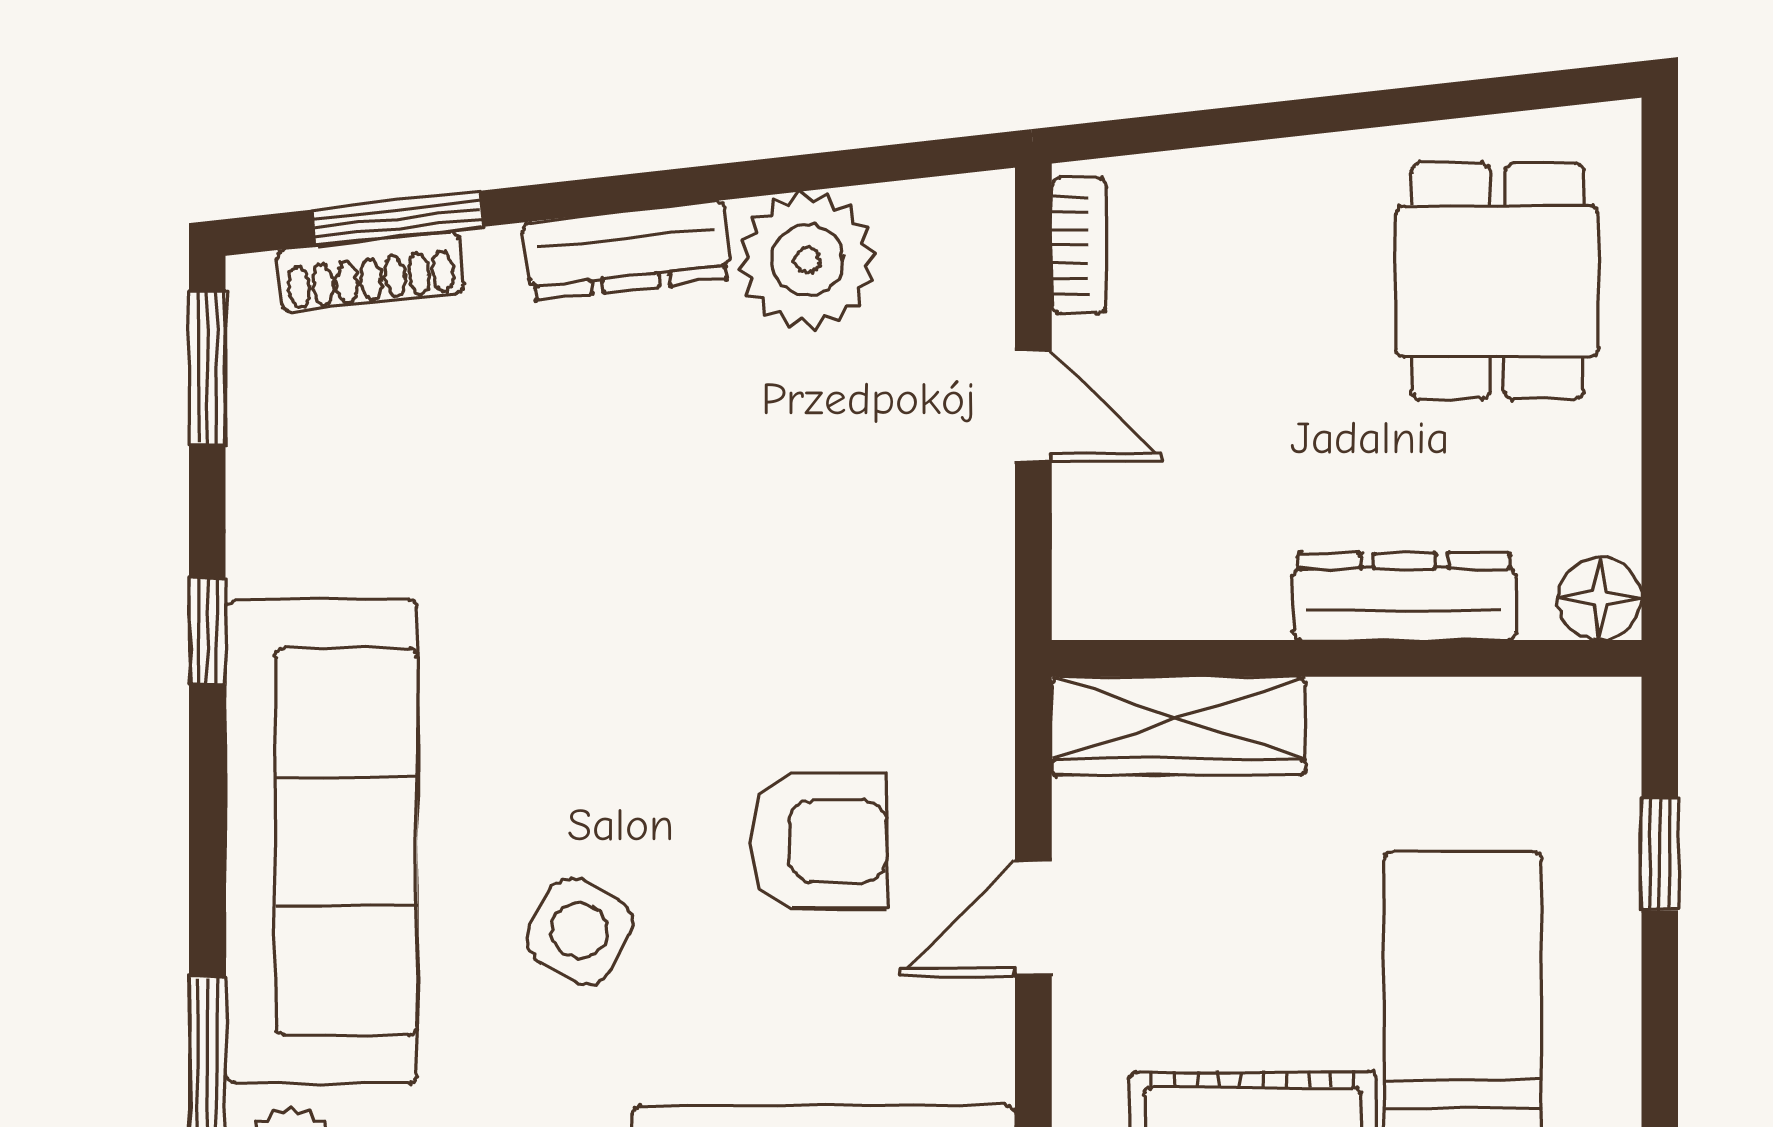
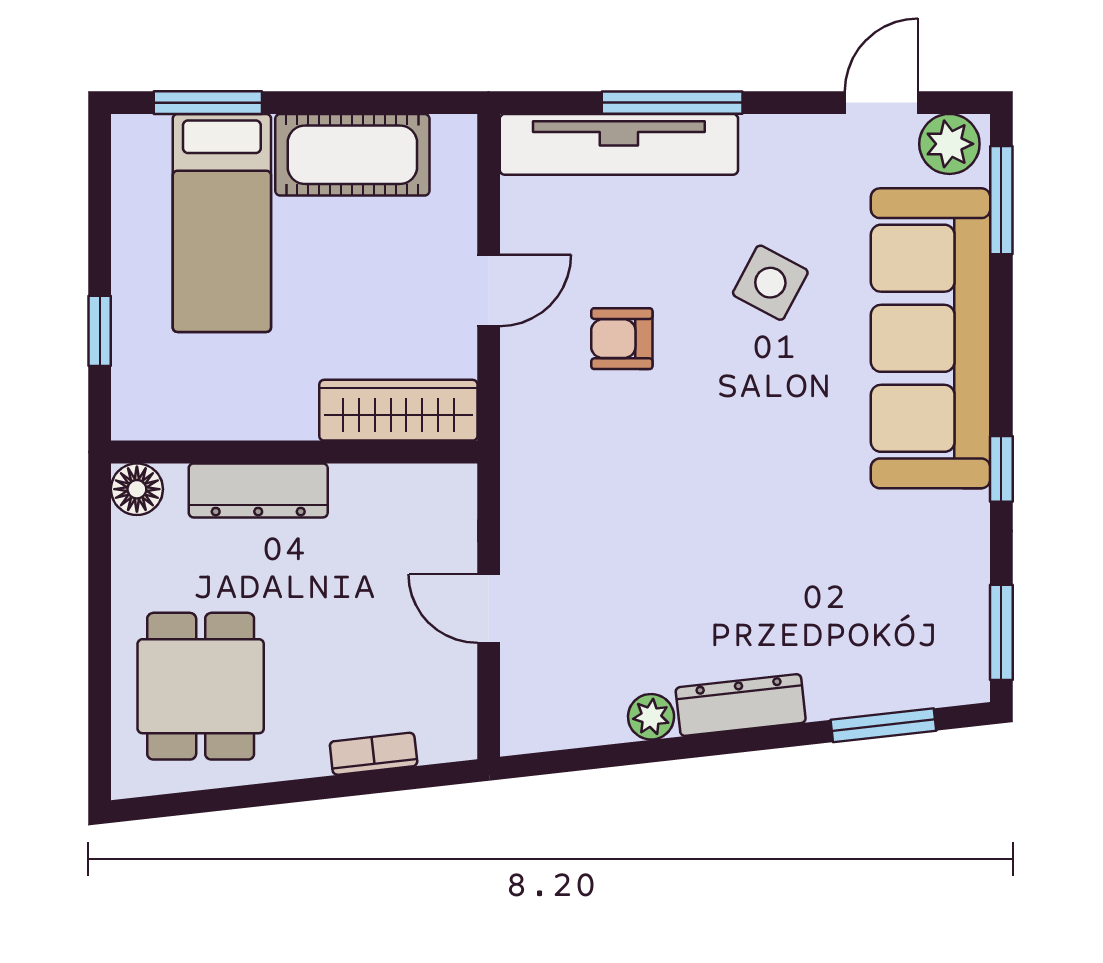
bookcase: (1079, 246) -> (374, 754), moved, turned 84
plant: (807, 260) -> (651, 717), width x0.53, depth x0.53
shoe rack: (370, 271) -> (900, 692), removed
armchair: (819, 841) -> (622, 339), width x0.72, depth x0.72

